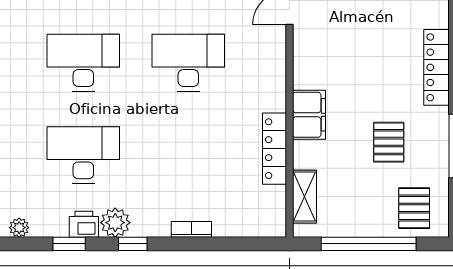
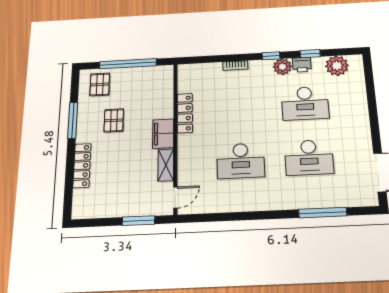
shelving: (305, 197) -> (166, 165), moved
plant: (19, 228) -> (337, 66), width x1.87, depth x1.87

